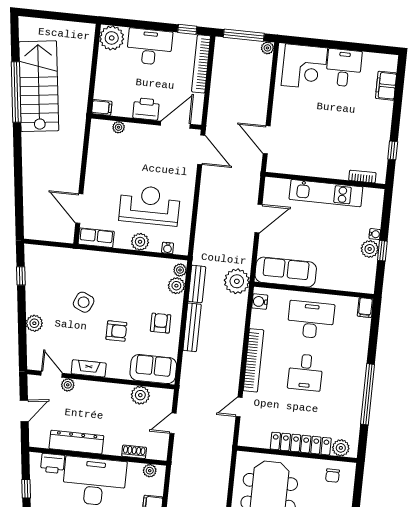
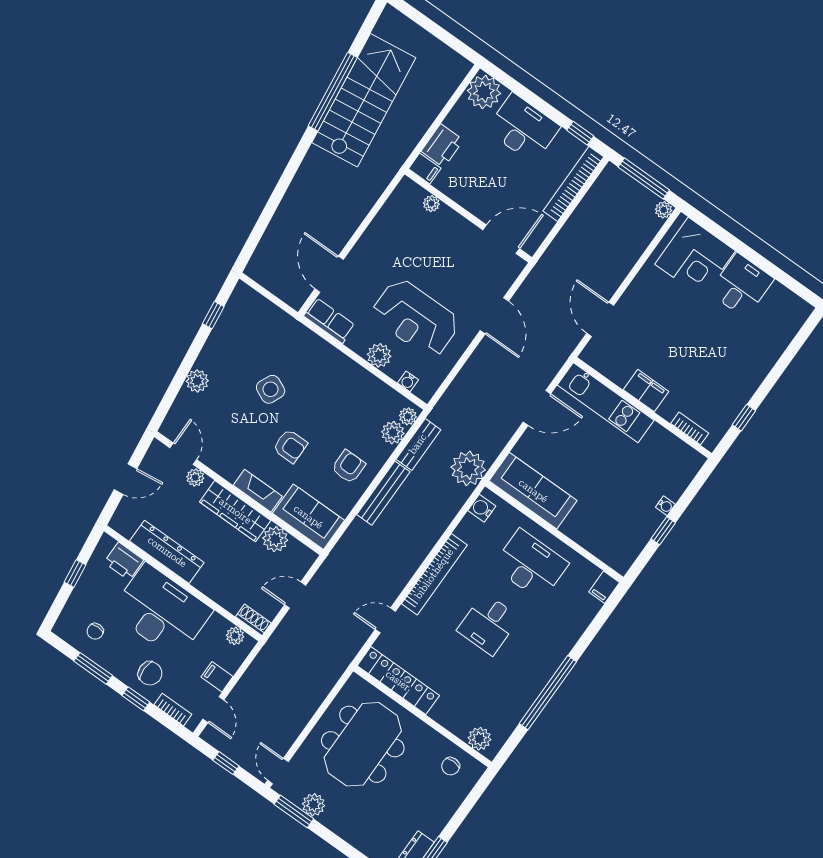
filing cabinet: (386, 86) -> (646, 391), moved, turned 90
printer: (146, 109) -> (442, 146), moved, turned 90
door: (201, 150) -> (494, 316), moved
kitchen unit: (326, 193) -> (606, 403), moved
reception desk: (150, 205) -> (415, 318), turned 180
plant: (370, 249) -> (649, 520), removed
fireplace: (89, 368) -> (258, 491), moved
wardrobe: (105, 392) -> (235, 511), added
locker: (301, 444) -> (398, 681), moved
shoe rack: (134, 452) -> (253, 620), moved

